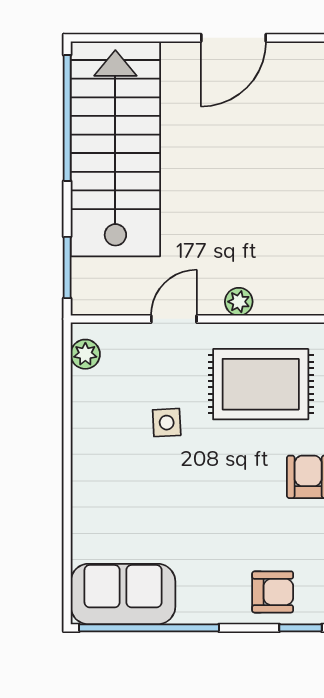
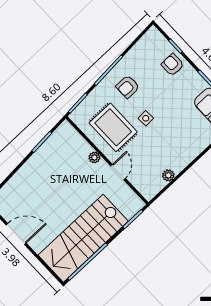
door: (174, 319) -> (118, 172), swing flipped
plant: (85, 354) -> (168, 175), moved
side table: (167, 423) -> (146, 118), moved

